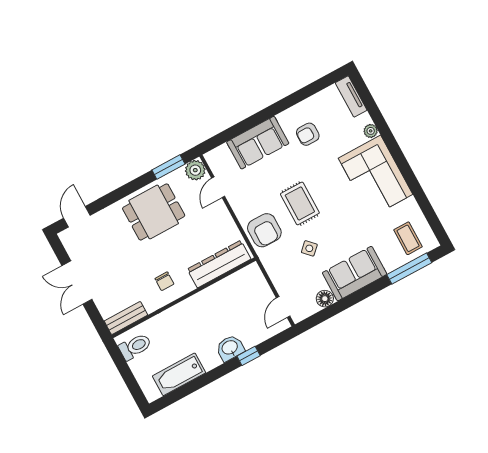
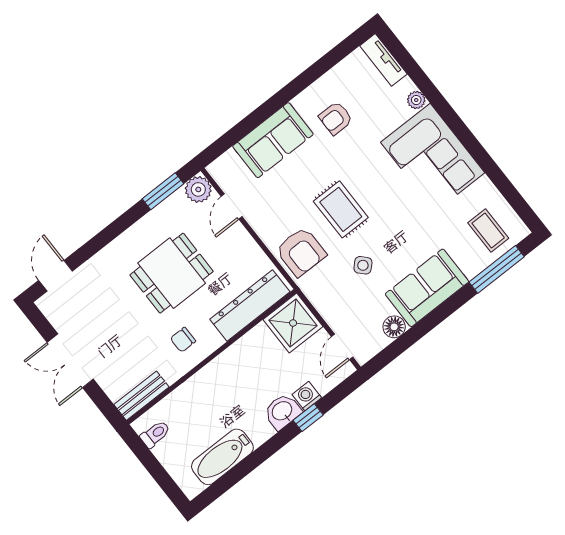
dining table: (154, 212) -> (172, 273), moved
chair: (164, 281) -> (183, 340), turned 90
shower: (249, 283) -> (293, 323), added
washing machine: (250, 339) -> (307, 396), added
toilet: (135, 347) -> (155, 434), width x0.73, depth x0.72

